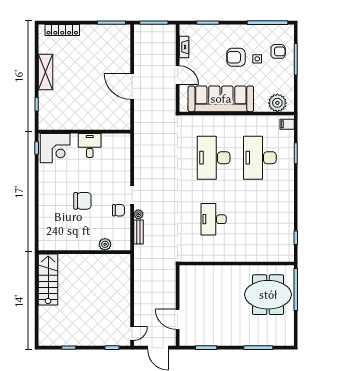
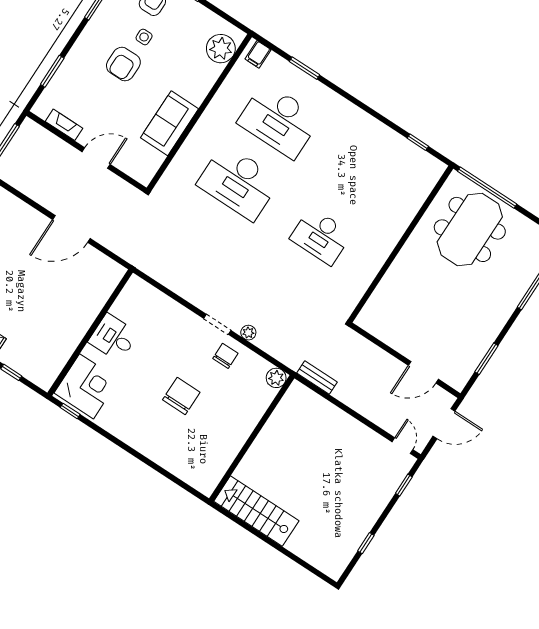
sofa: (221, 99) -> (169, 123), width x0.54, depth x0.79
bench: (138, 232) -> (317, 378), moved
plant: (105, 244) -> (276, 378), moved

